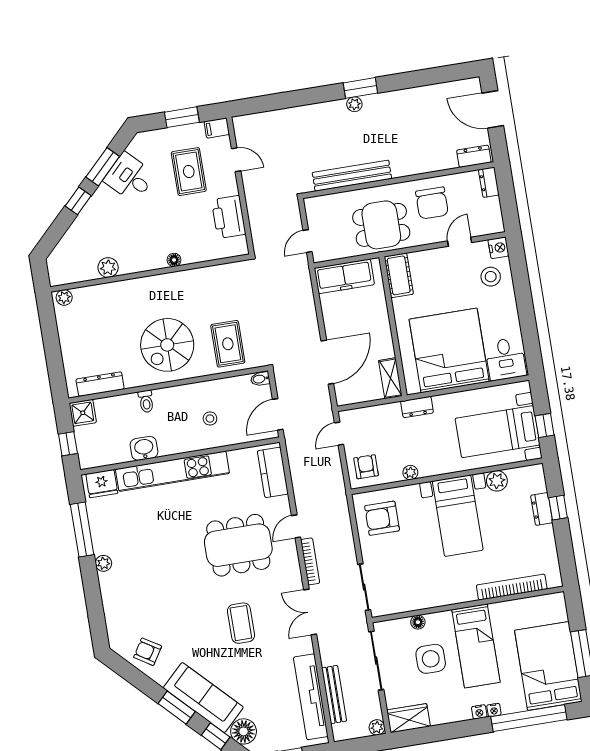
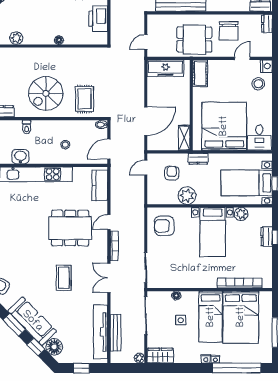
armchair: (366, 467) -> (172, 173), moved
plant: (410, 473) -> (187, 196), width x1.88, depth x1.88
side table: (431, 659) -> (181, 320), width x0.54, depth x0.54
bed: (548, 666) -> (241, 317), moved, turned 180

